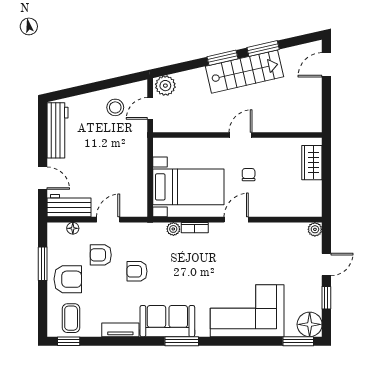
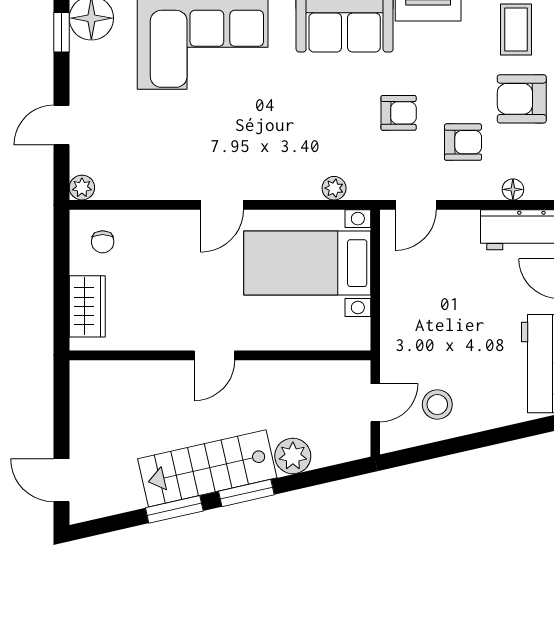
door: (326, 65) -> (62, 480), swing flipped
plant: (165, 86) -> (293, 456), moved
chair: (249, 175) -> (103, 242), moved
door: (108, 220) -> (416, 205), moved
bookcase: (195, 228) -> (296, 191), removed
window: (326, 298) -> (62, 32), moved

